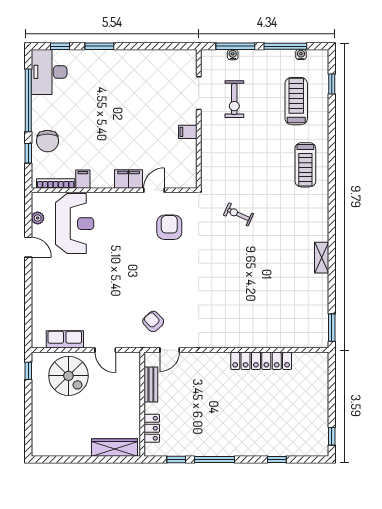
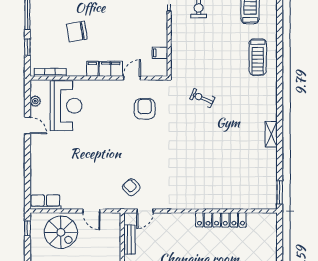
filing cabinet: (188, 132) -> (160, 53), moved
chair: (48, 141) -> (77, 31), moved, turned 81
filing cabinet: (83, 179) -> (92, 69), moved
row of seats: (65, 339) -> (45, 202), moved

